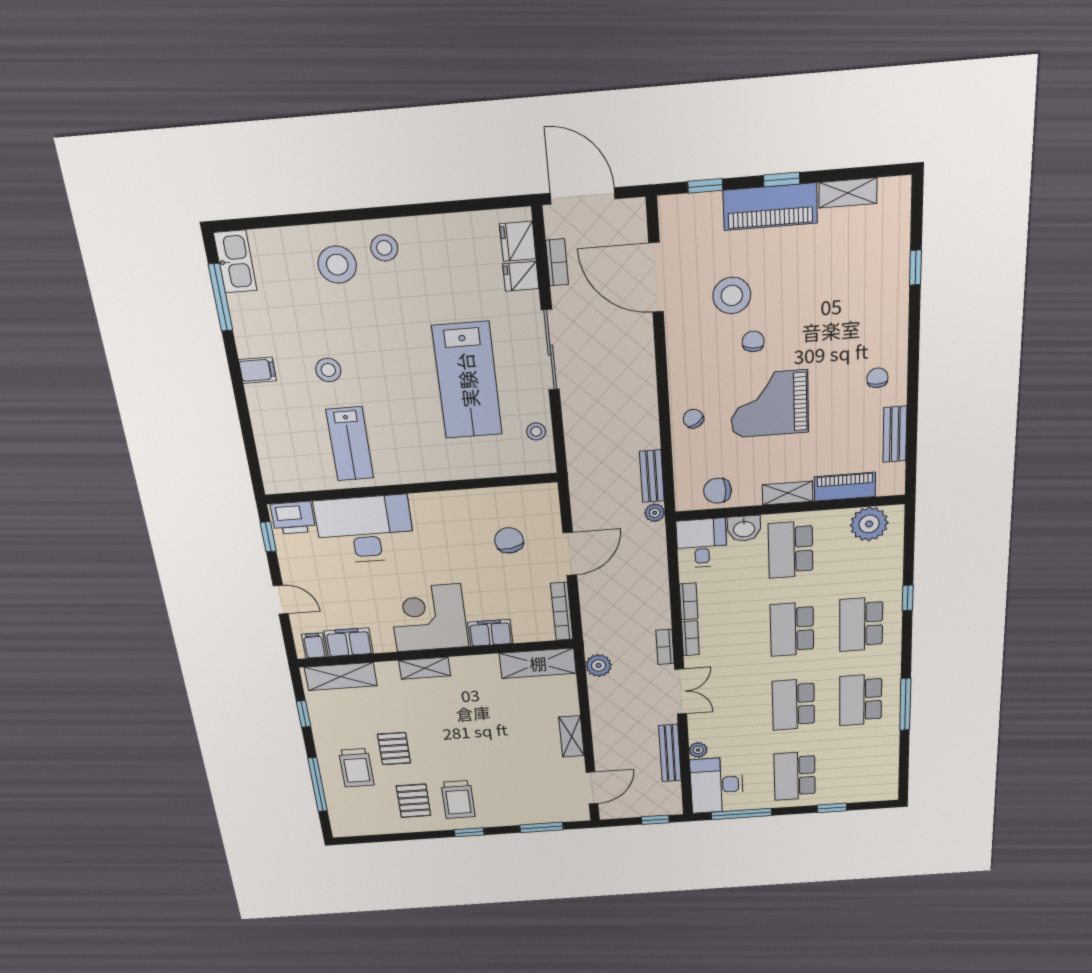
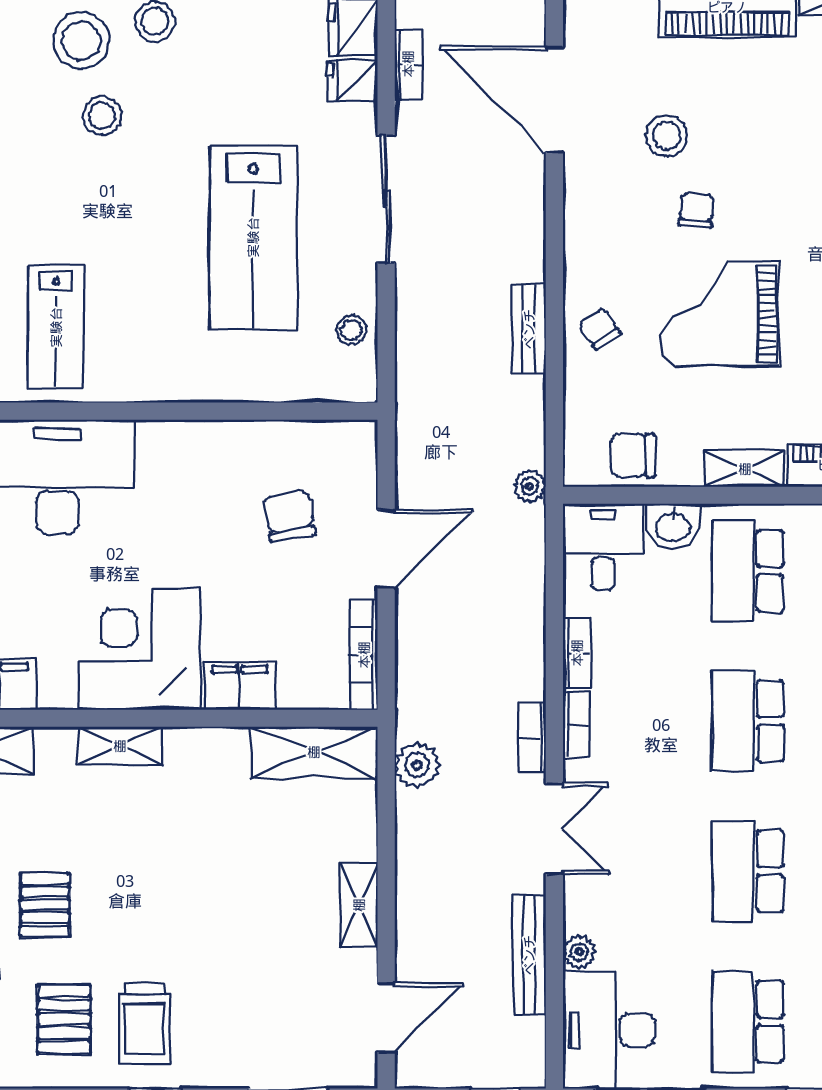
stool: (732, 295) -> (666, 136), width x0.73, depth x0.73
stool: (328, 370) -> (102, 116), moved
bench: (652, 476) -> (529, 329), moved

